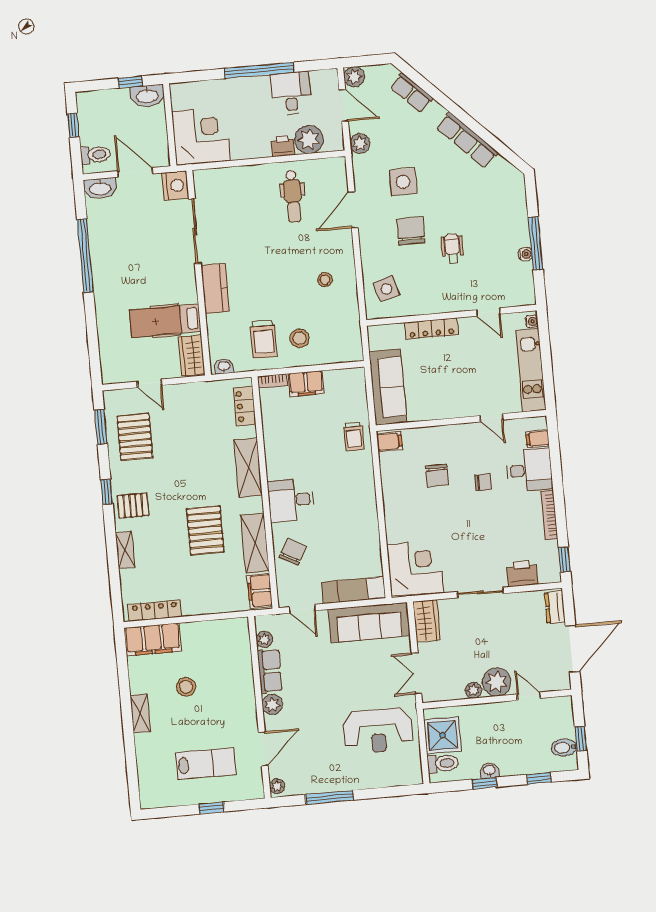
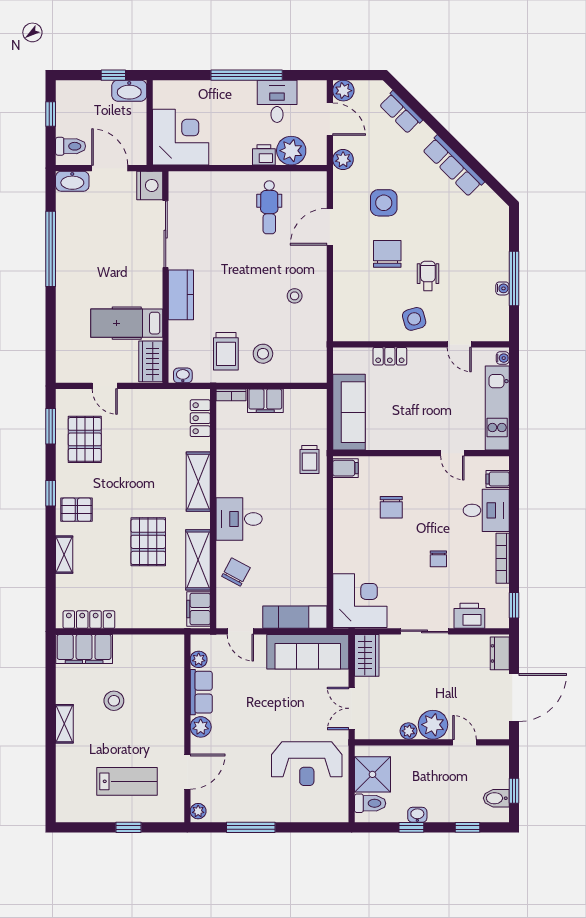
side table: (386, 289) -> (414, 319), moved
locker: (431, 329) -> (390, 356), width x0.66
chair: (483, 482) -> (438, 559), moved, turned 90

